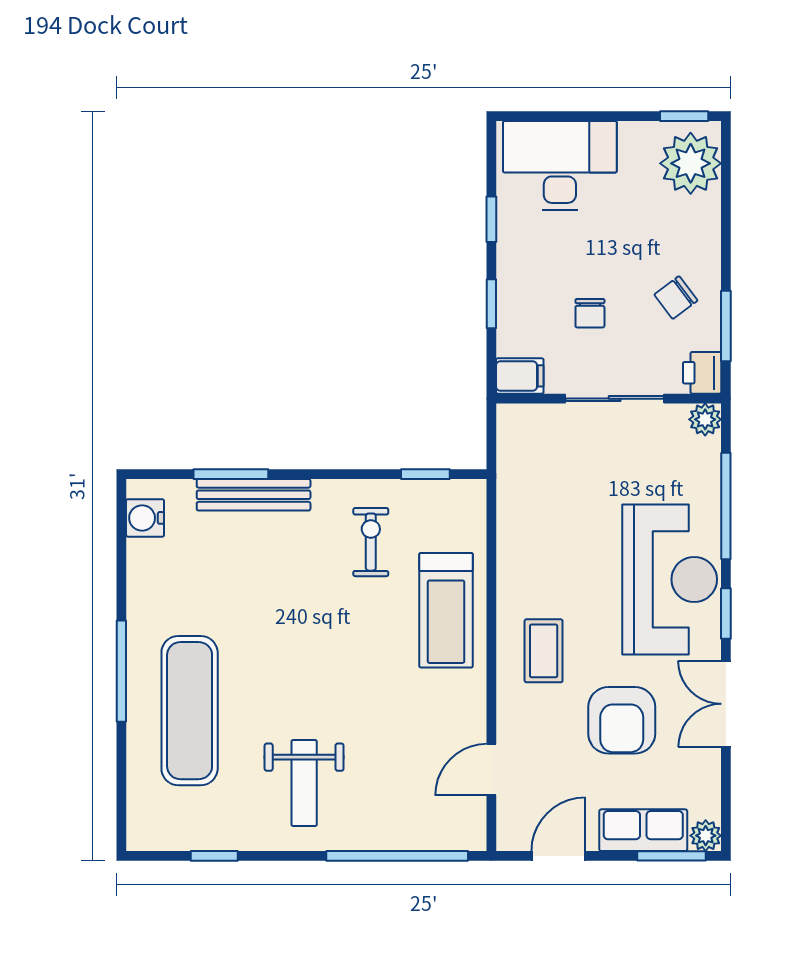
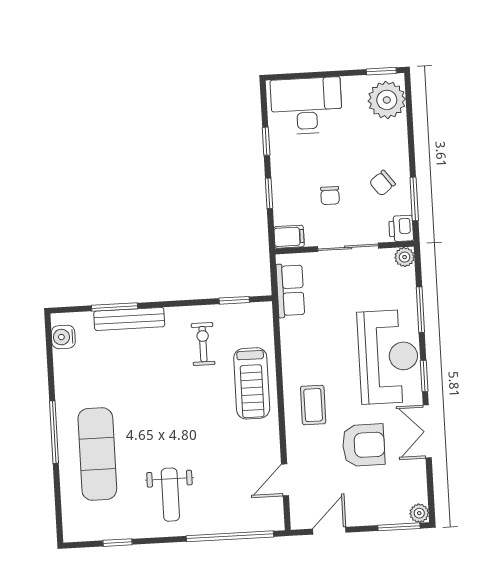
window: (726, 506) -> (420, 310), width x0.69
armchair: (622, 720) -> (364, 445), turned -90
row of seats: (643, 830) -> (290, 290), moved, turned 90

